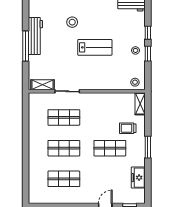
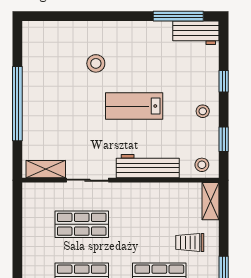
workbench: (35, 36) -> (148, 166), moved, turned -90
window: (26, 46) -> (17, 104), width x1.46
lab bench: (95, 47) -> (134, 106), turned 180
window: (148, 54) -> (224, 139), moved

